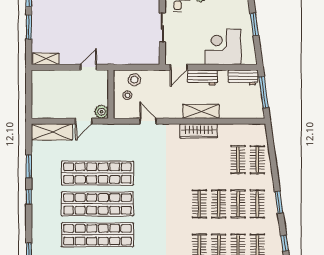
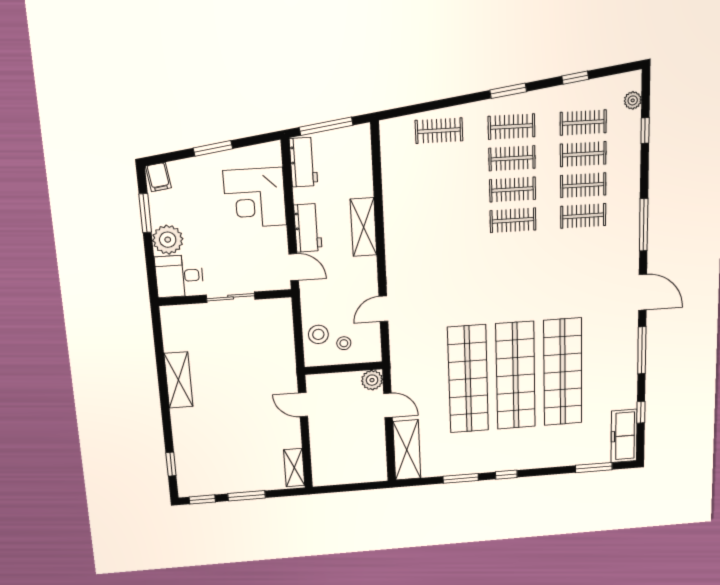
wardrobe: (199, 131) -> (396, 229), removed
clothes rail: (238, 160) -> (440, 162), removed

